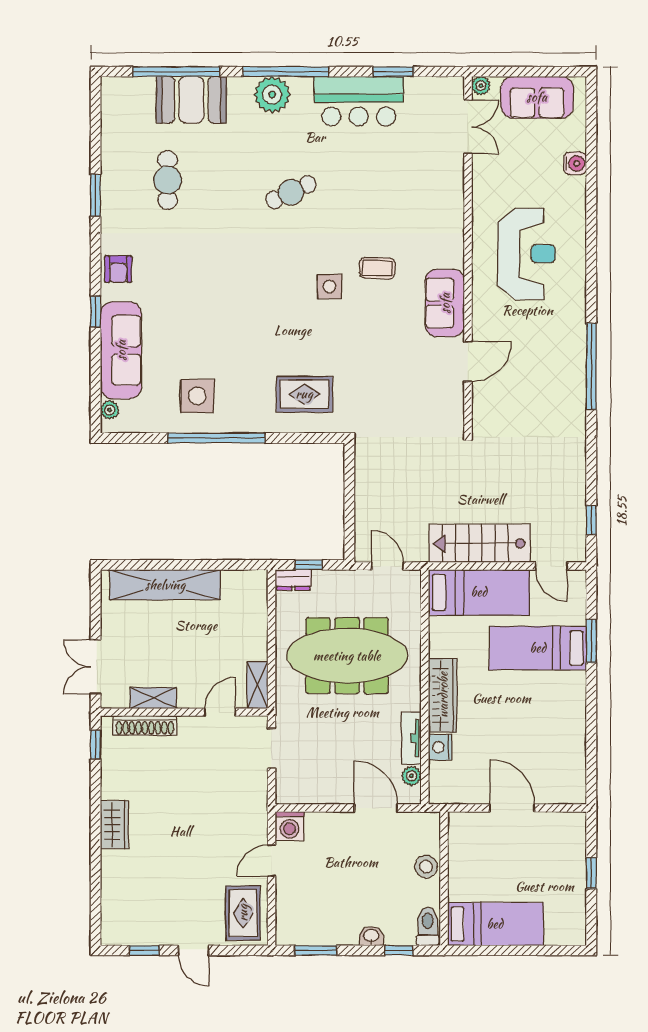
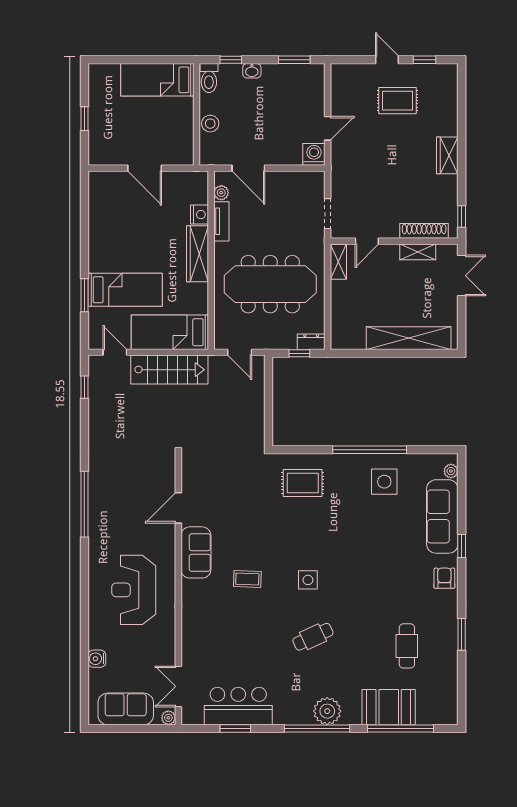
bar counter: (359, 101) -> (238, 706), moved
side table: (330, 287) -> (308, 580), moved
rug: (243, 913) -> (398, 101), moved, turned 90

